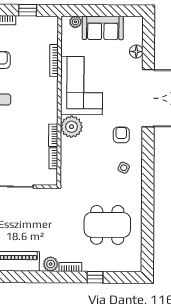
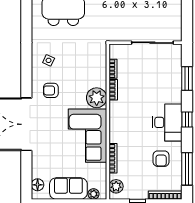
plant: (51, 30) -> (116, 186), added
floor lamp: (136, 52) -> (38, 185), moved
armchair: (121, 135) -> (51, 90), turned 90

